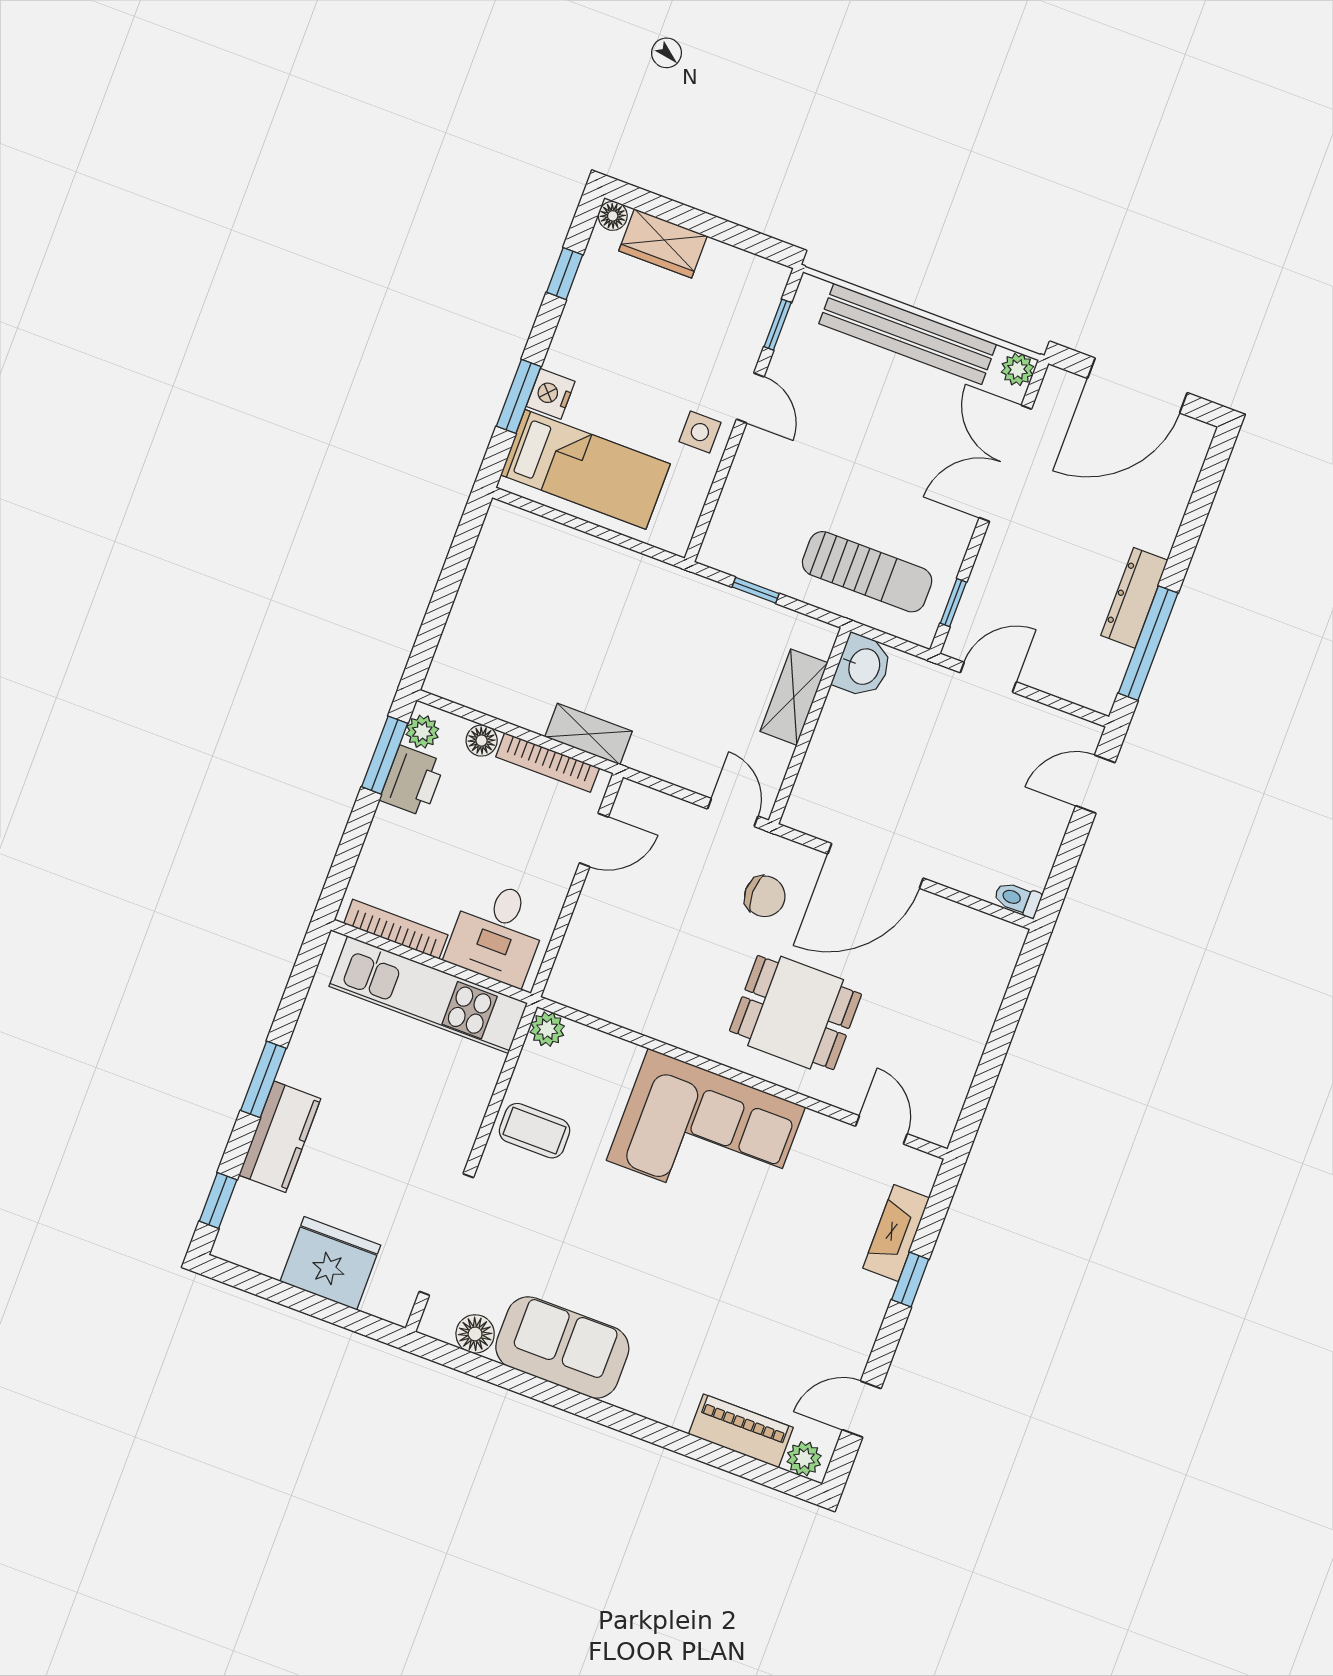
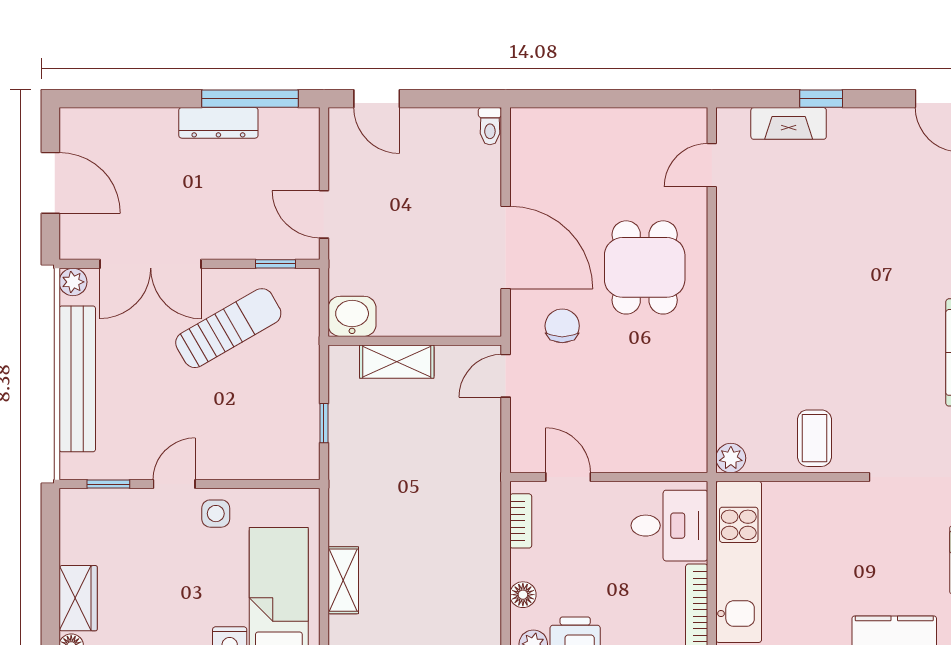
door: (1137, 386) -> (50, 183), width x0.73
sun lounger: (867, 572) -> (228, 328), moved, turned 60
shelving: (589, 734) -> (343, 580), moved
bookcase: (548, 762) -> (521, 521), width x0.64
corner sofa: (706, 1134) -> (766, 302), removed

